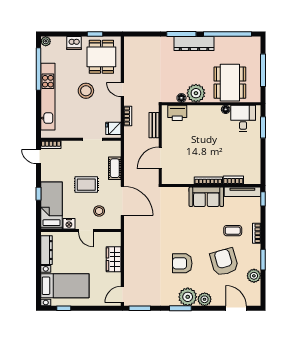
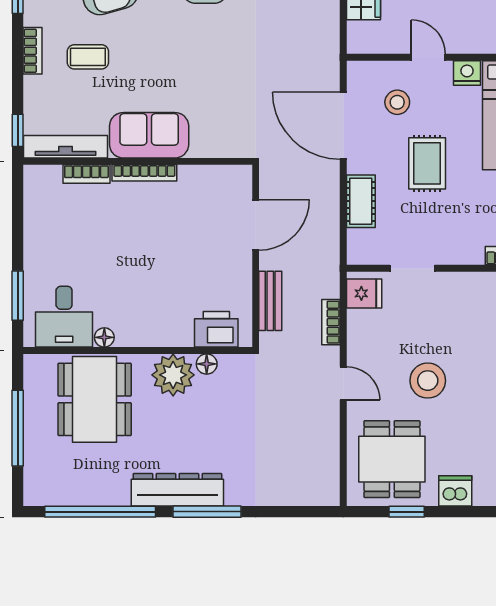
rug: (86, 185) -> (427, 163), turned 90

